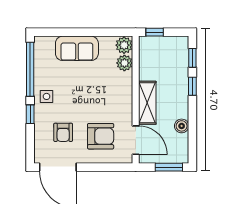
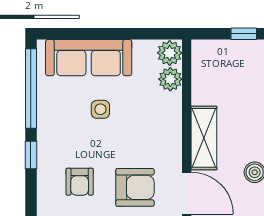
window: (155, 32) -> (244, 34), moved
sofa: (77, 48) -> (89, 58), width x1.36
side table: (47, 96) -> (100, 109), moved

